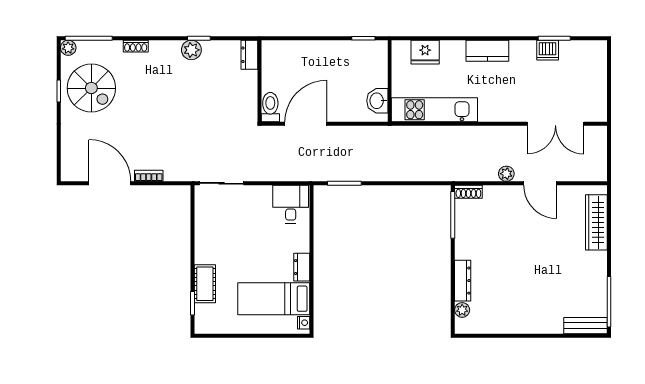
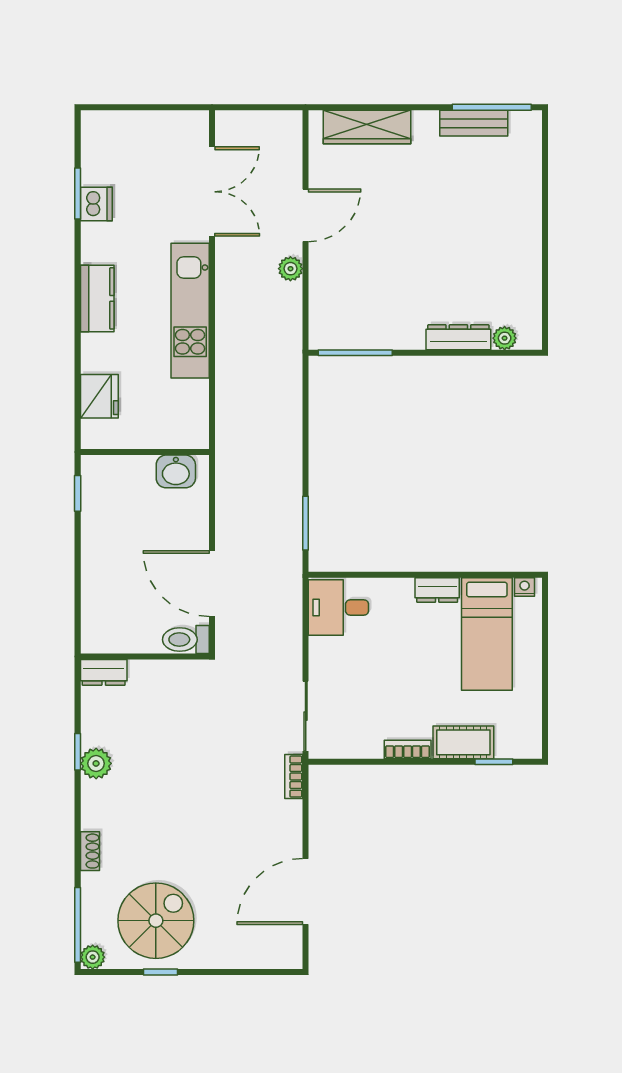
kitchen unit: (434, 110) -> (190, 311), moved
bookcase: (149, 176) -> (294, 777), moved
shoe rack: (468, 192) -> (319, 328), removed
bookcase: (200, 248) -> (408, 750), added
bench: (586, 326) -> (474, 123), moved, turned 90

